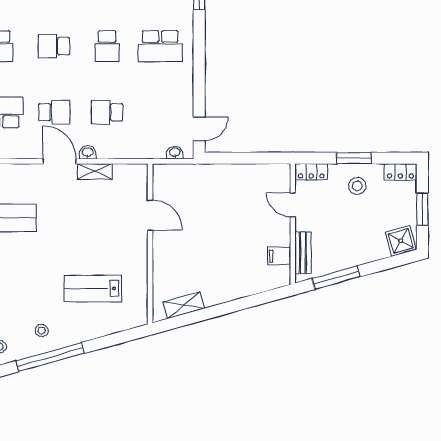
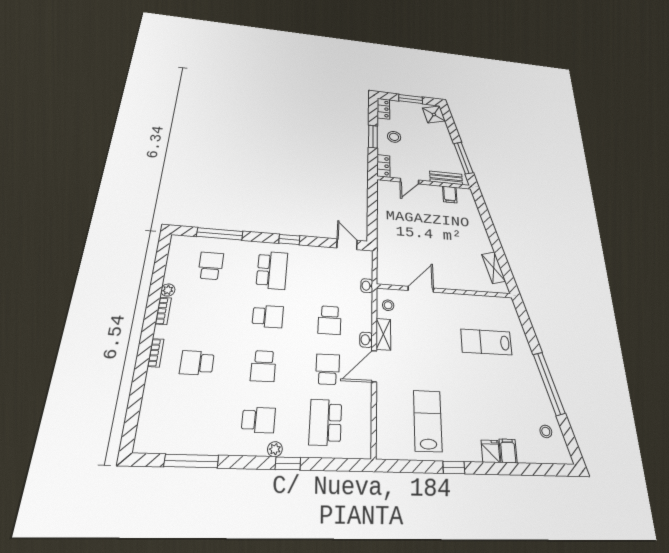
window: (199, 63) -> (289, 239), added
washbasin: (175, 153) -> (367, 286), moved
lab bench: (93, 288) -> (486, 342), turned 90
stool: (42, 331) -> (388, 305), moved

